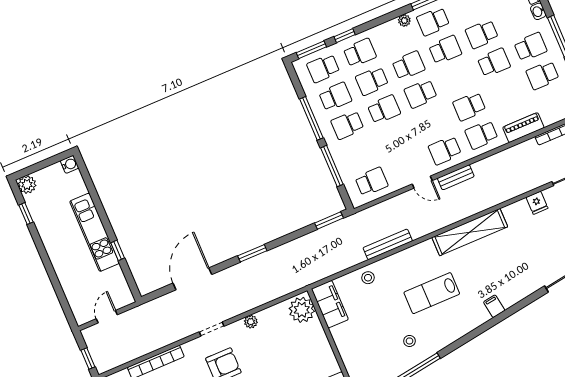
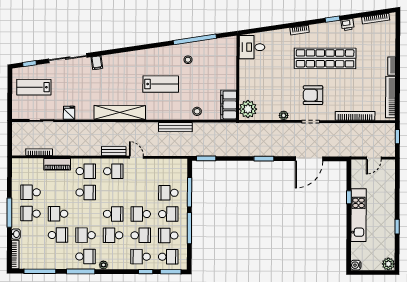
school desk: (543, 75) -> (31, 192), turned 180
school desk: (372, 182) -> (168, 193), moved
window: (26, 214) -> (397, 227), moved
filing cabinet: (494, 306) -> (97, 63), moved

